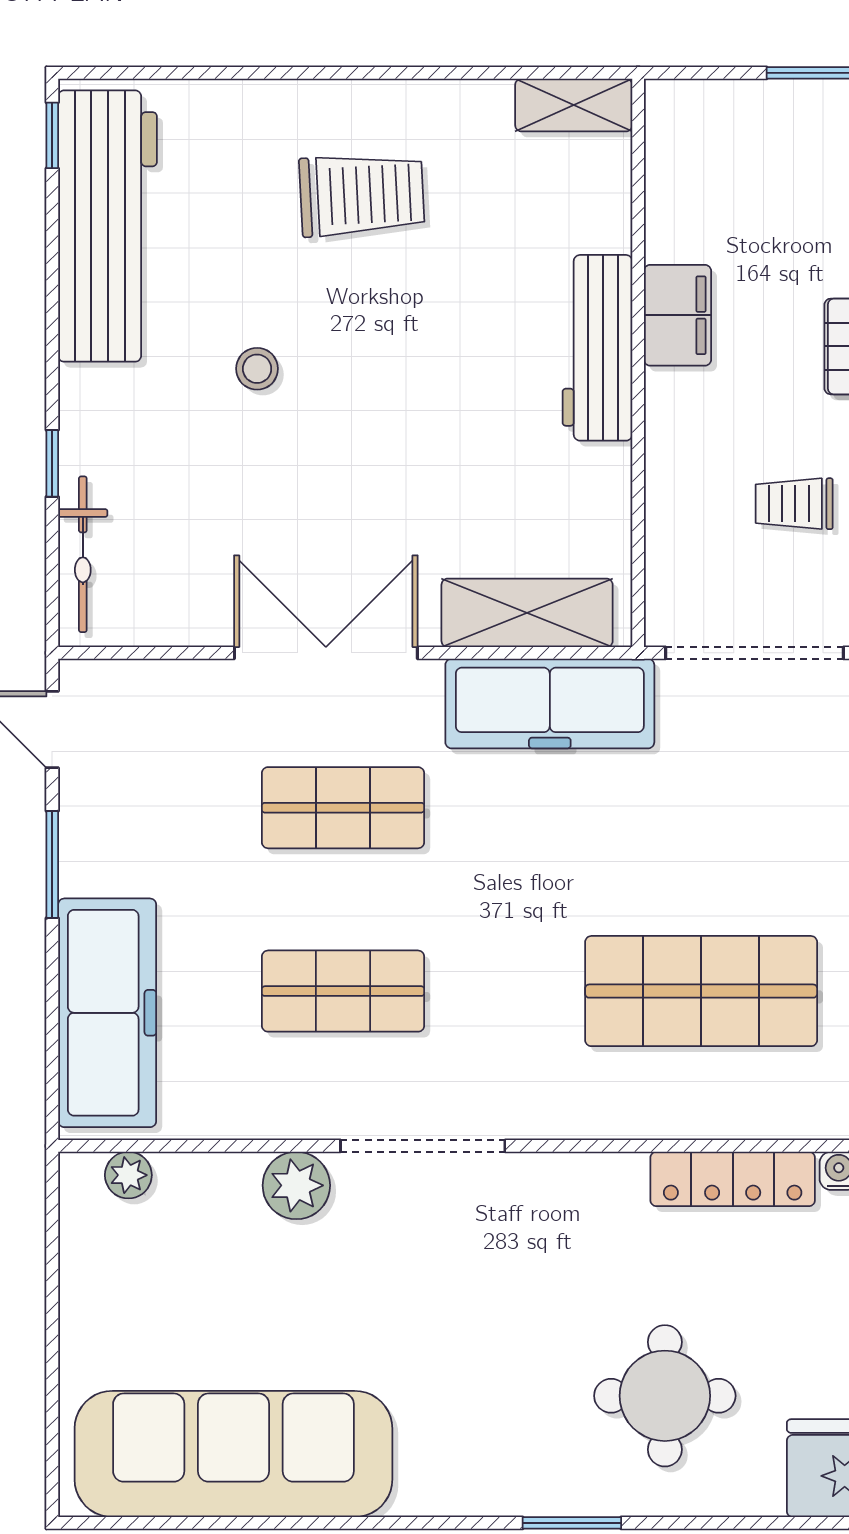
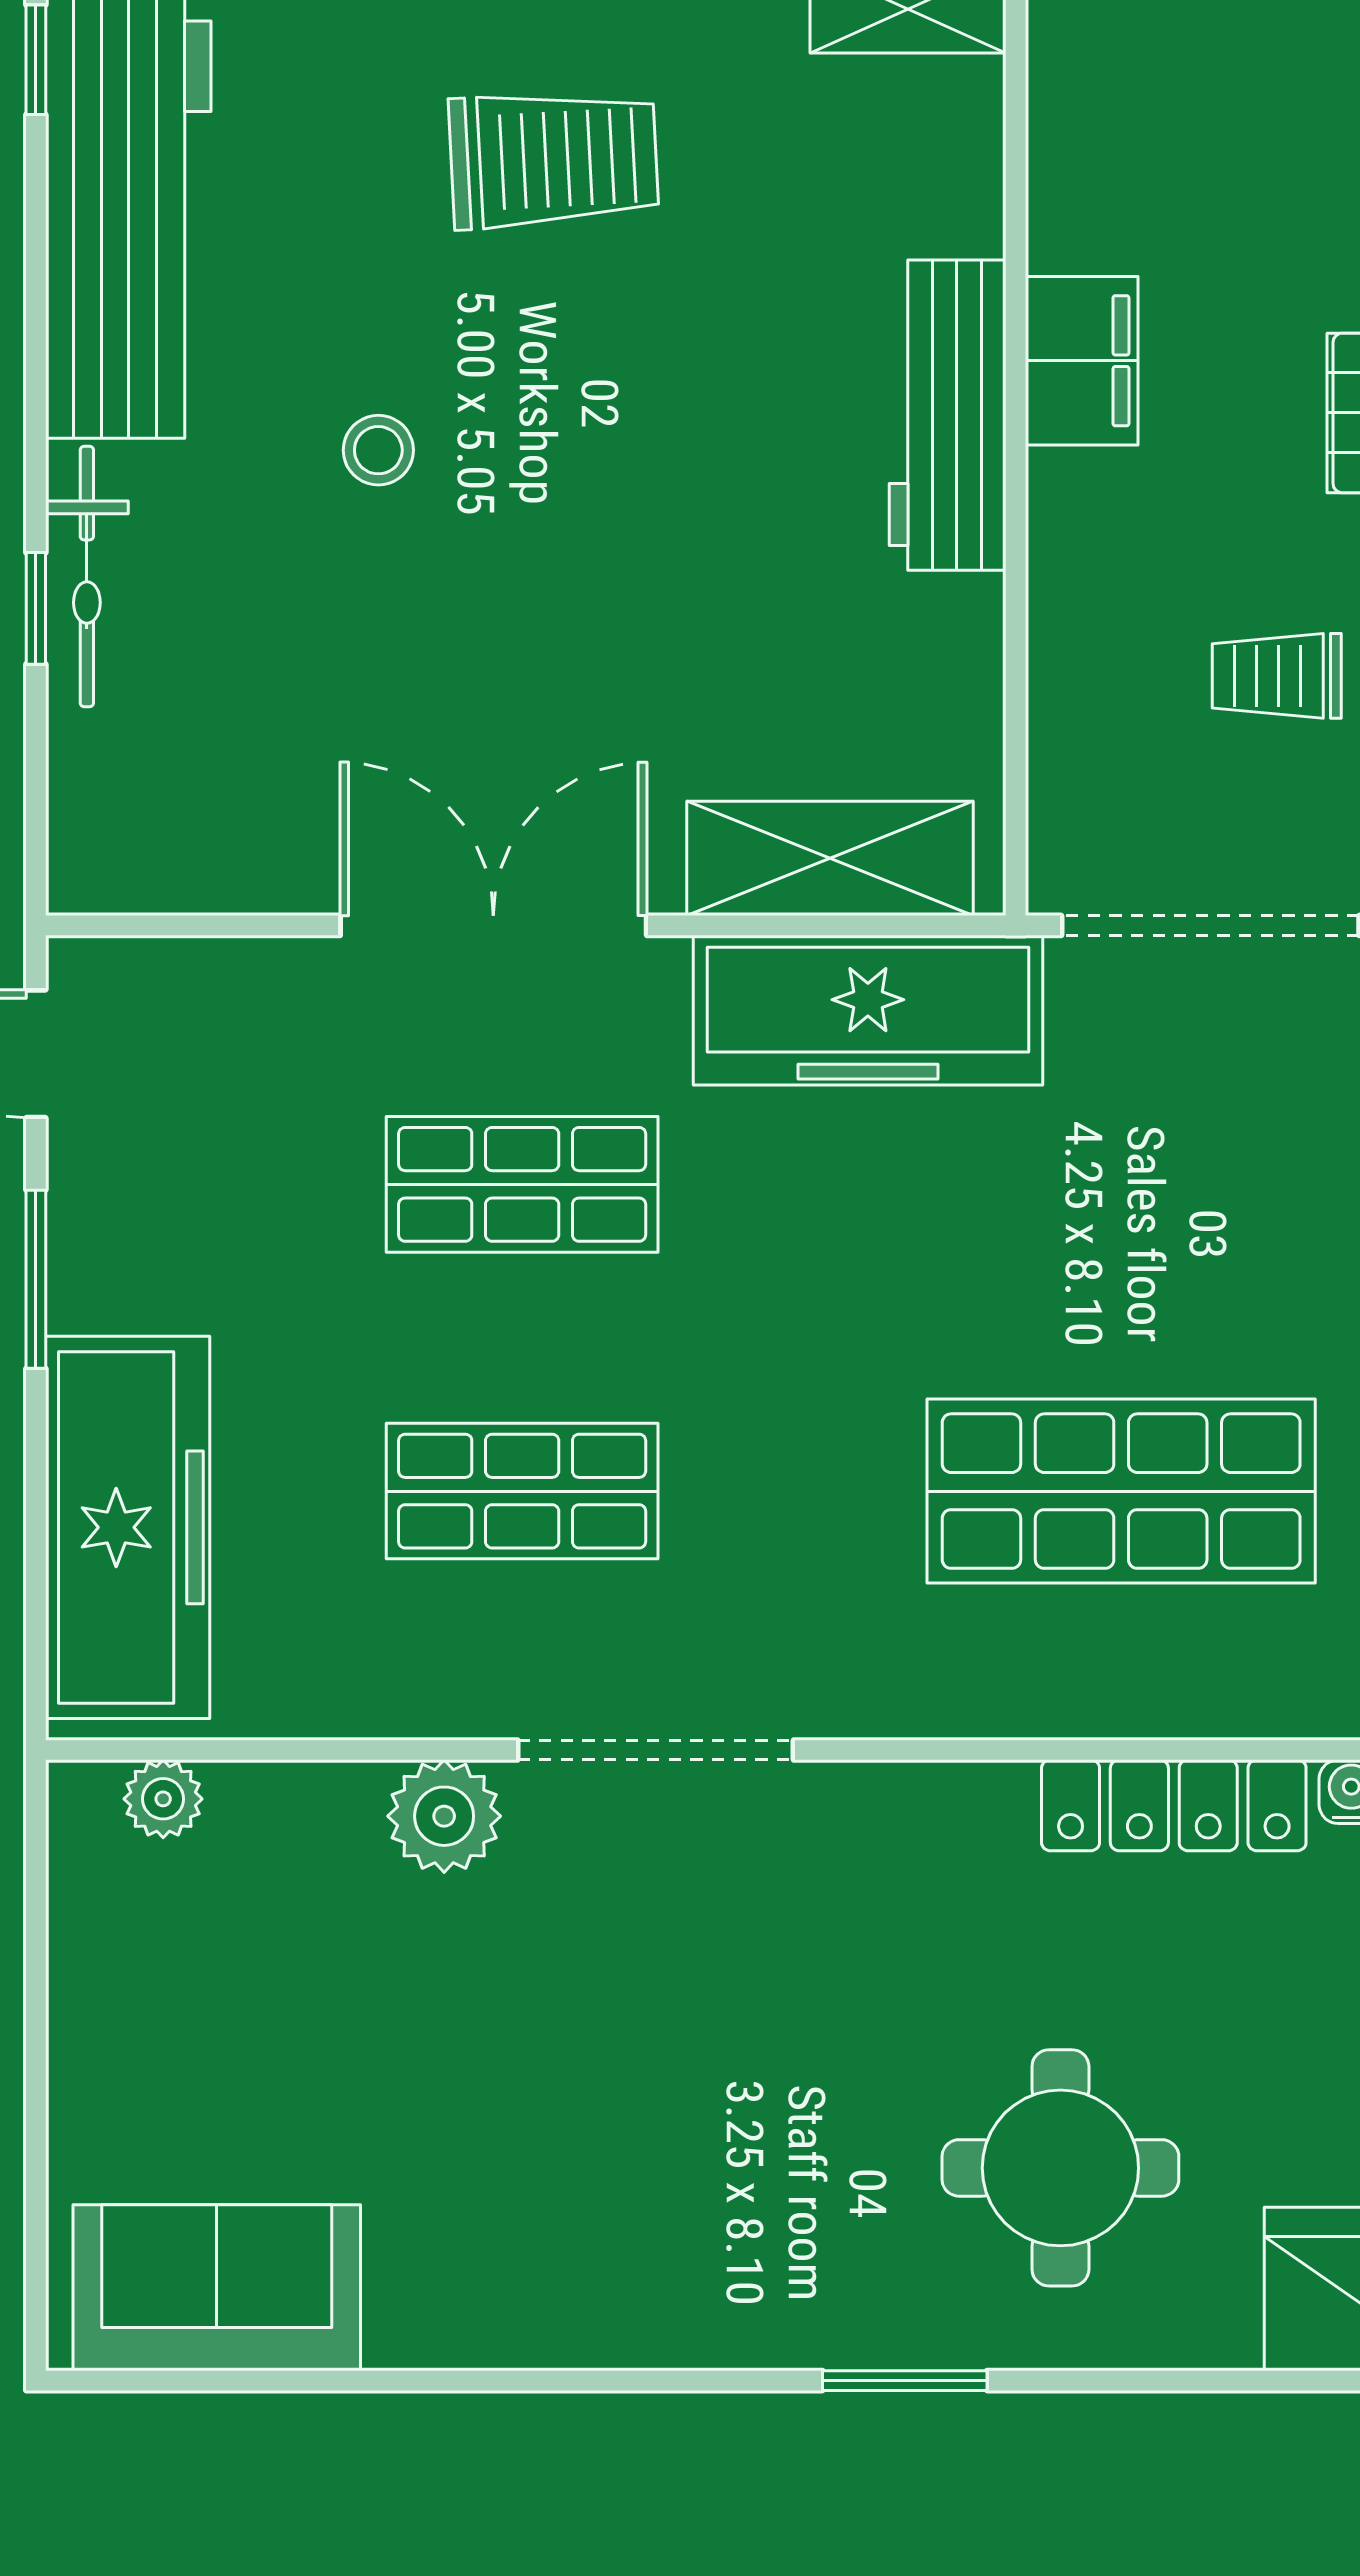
bicycle: (83, 554) -> (87, 577), moved
sofa: (233, 1454) -> (217, 2288), width x0.54, depth x0.79

